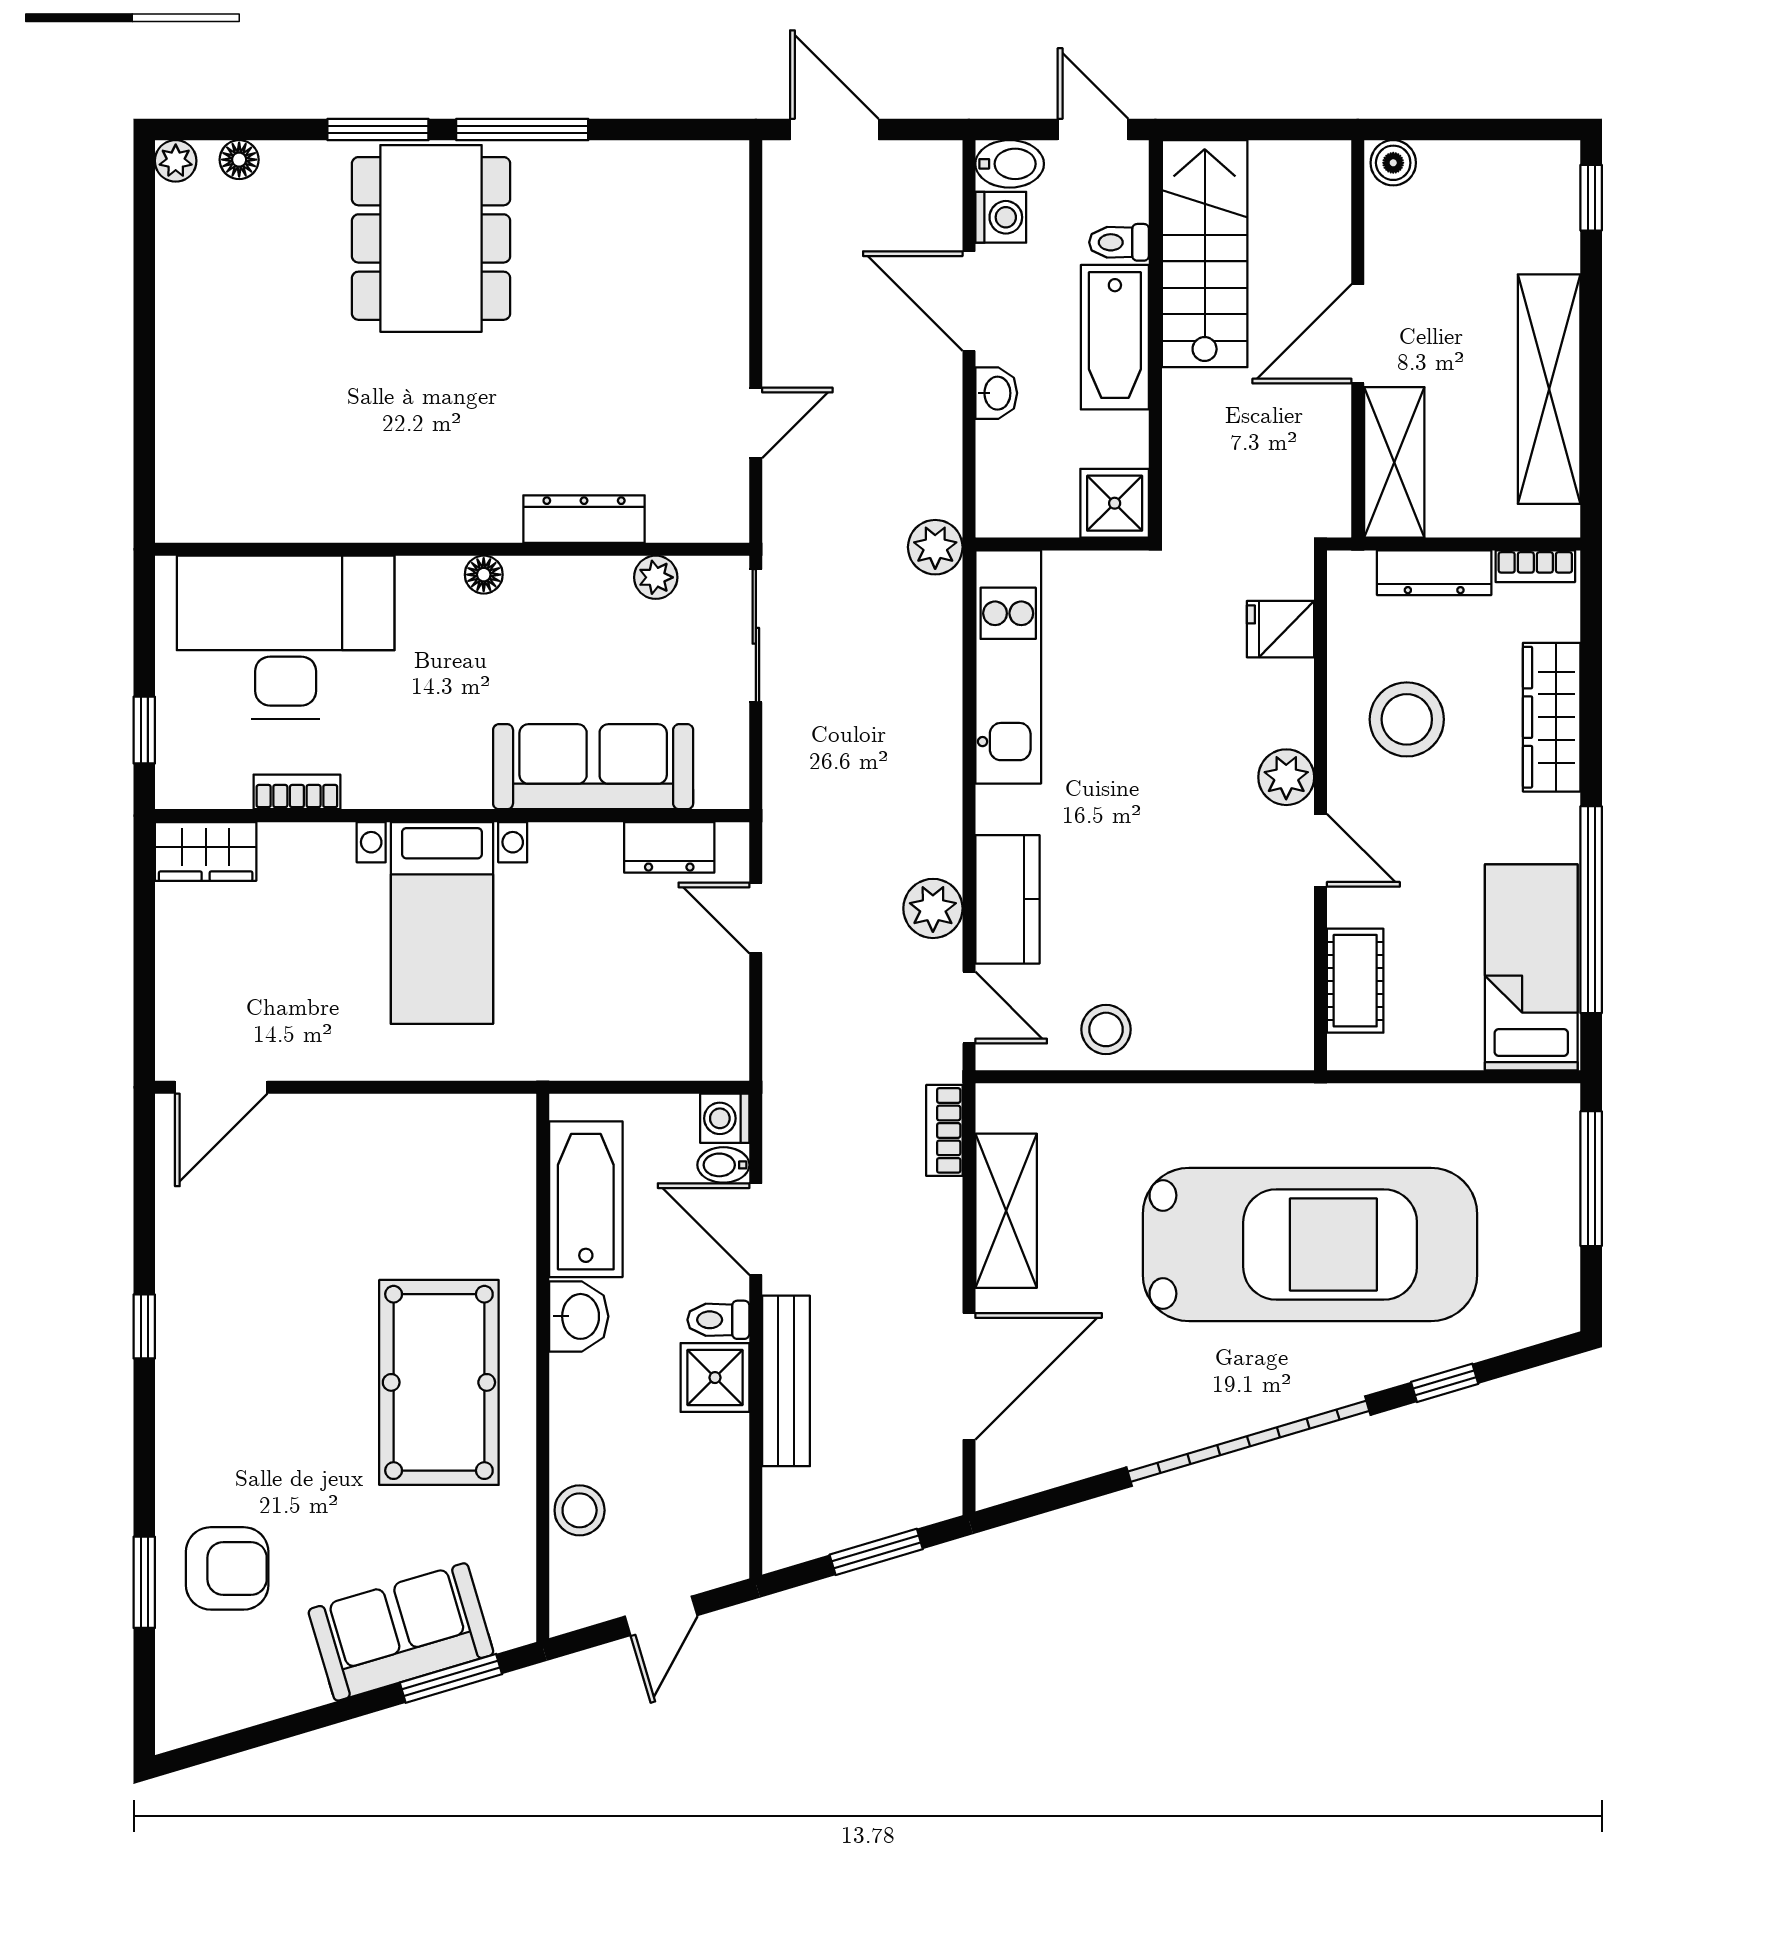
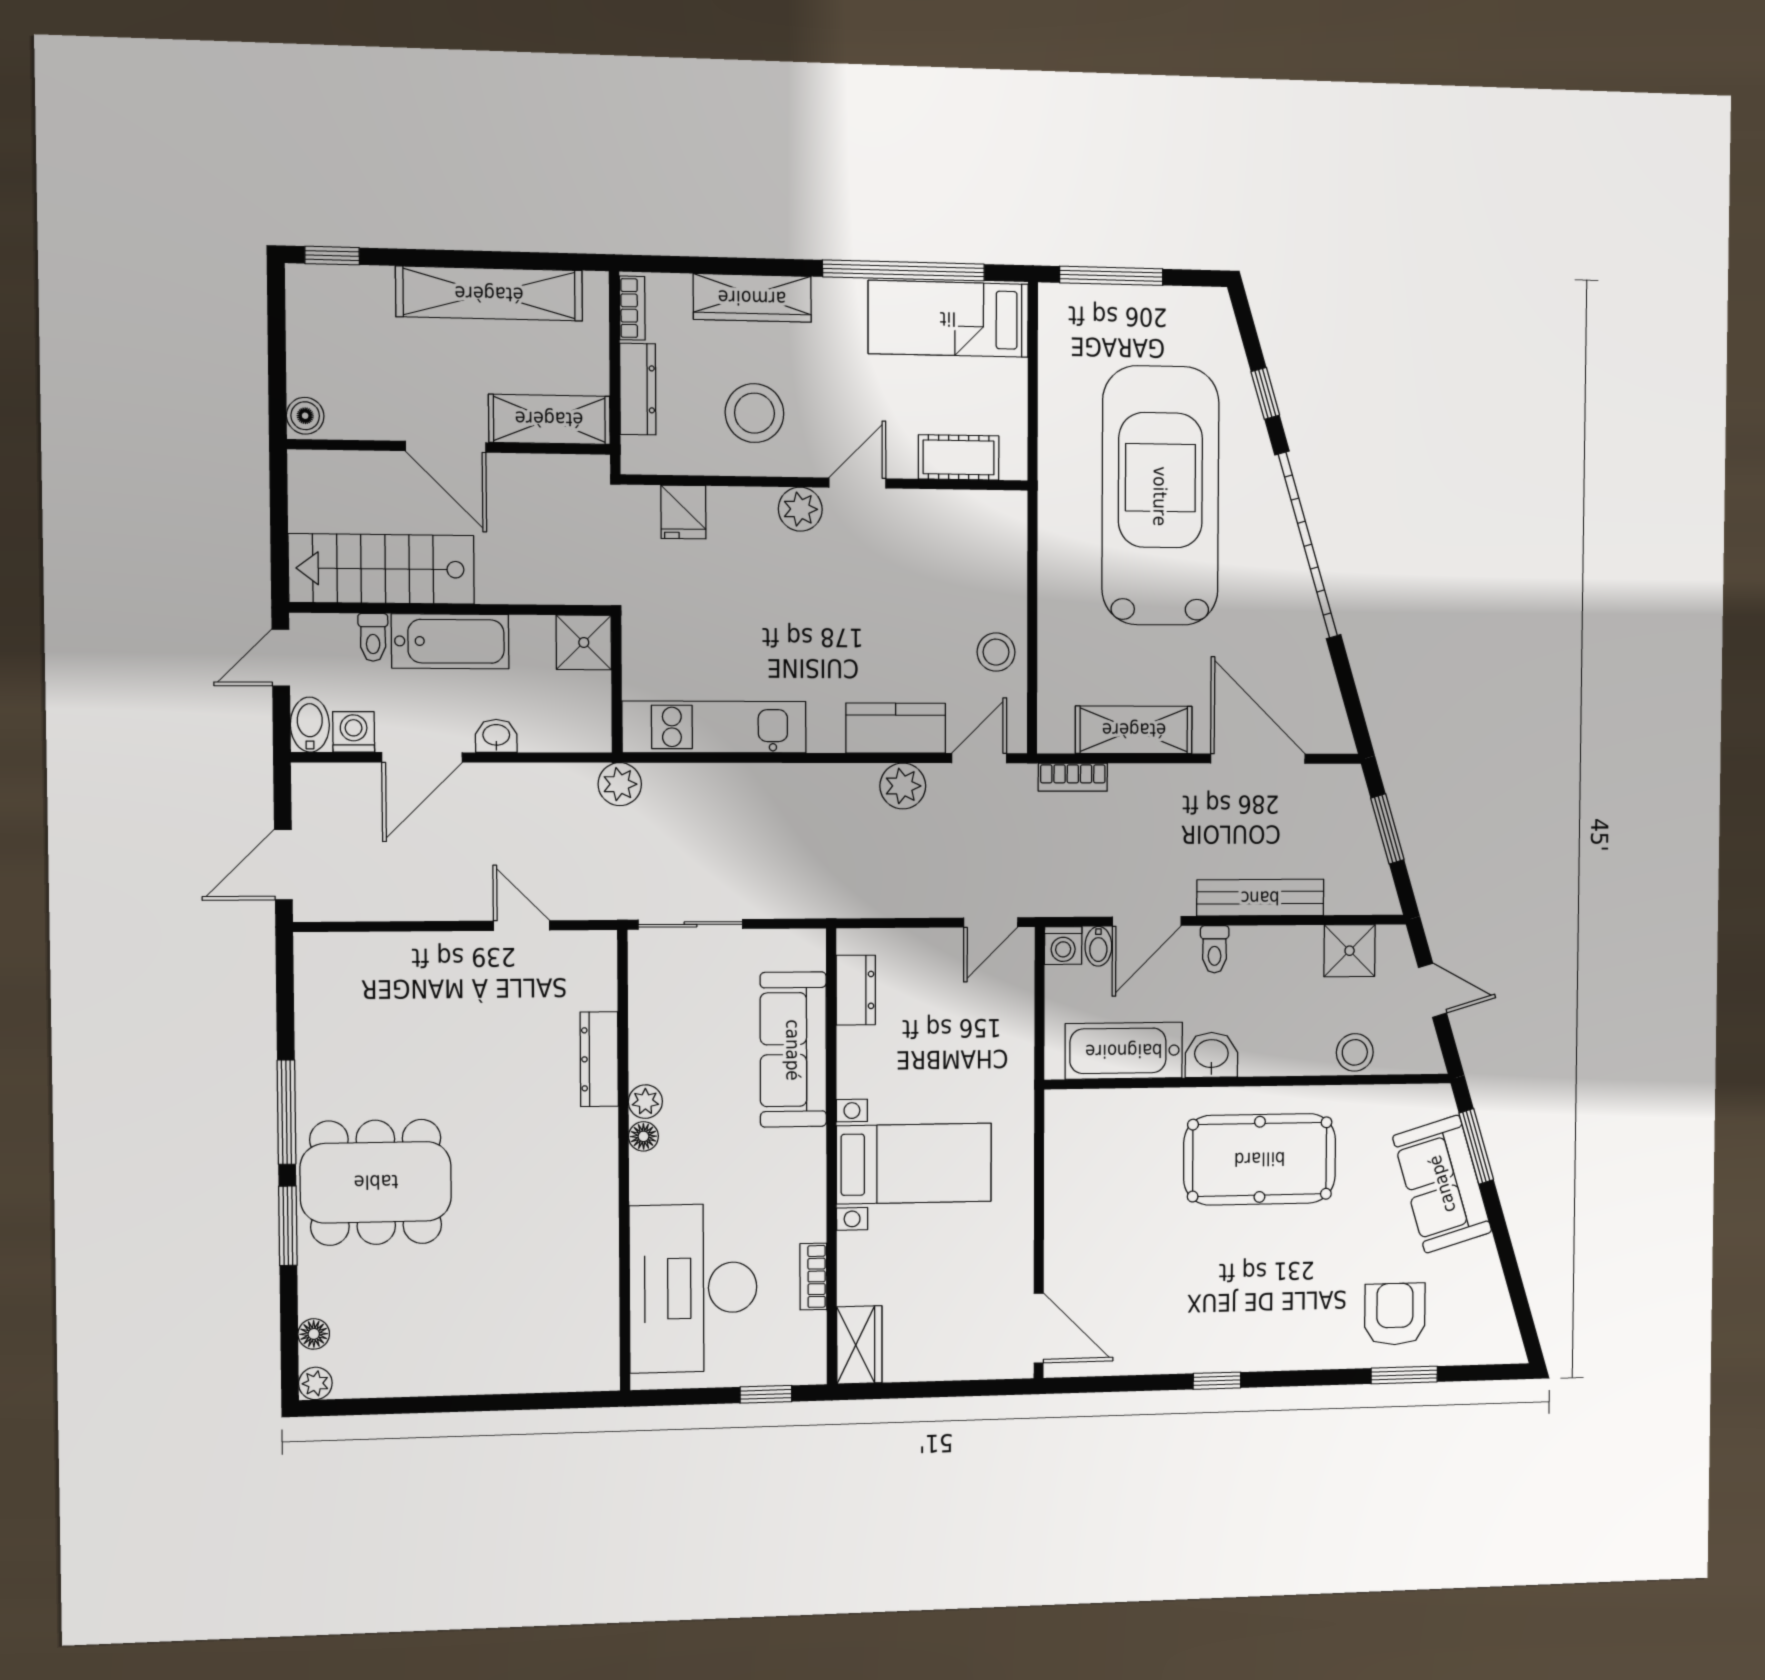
plant: (656, 577) -> (645, 1102), moved
door: (756, 918) -> (991, 922), moved
shower: (715, 1378) -> (1350, 951), moved

